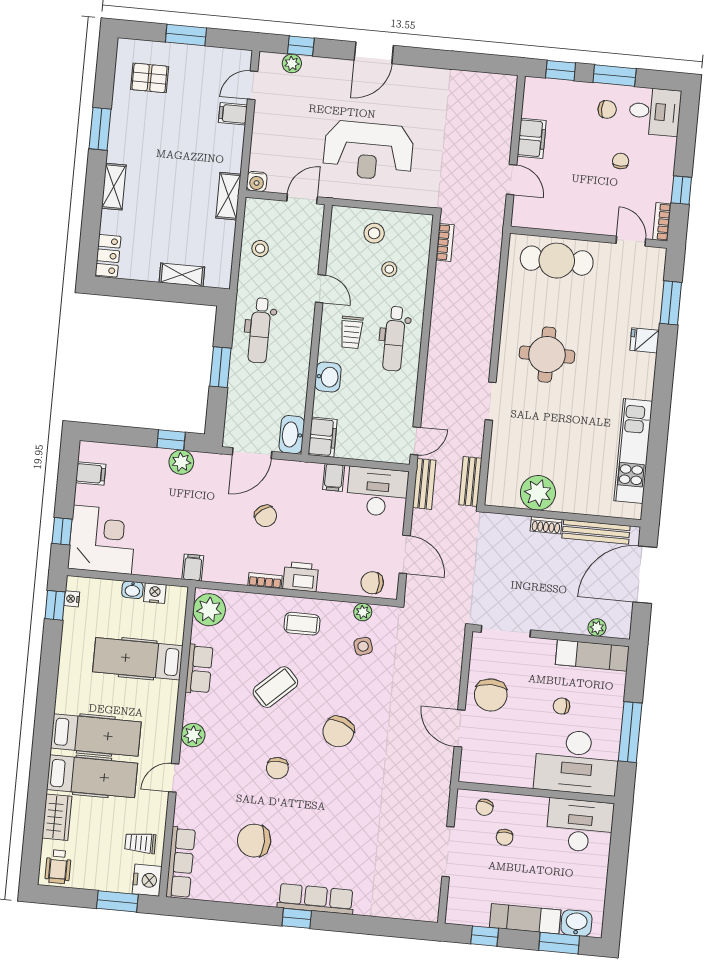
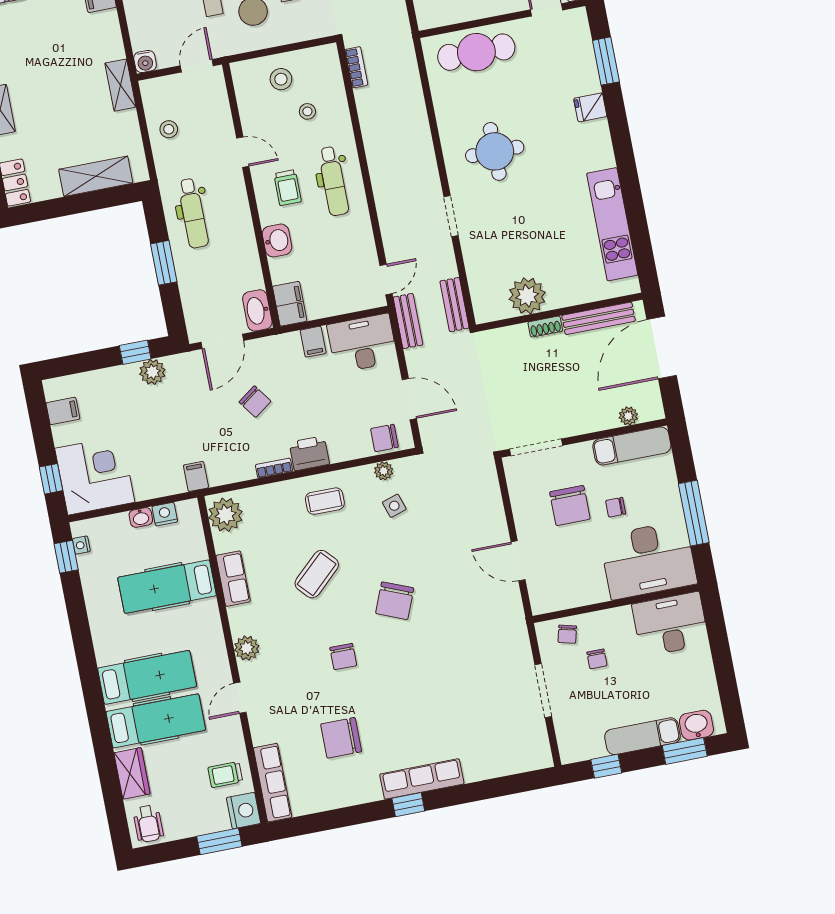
shelving: (182, 275) -> (96, 176), width x1.50, depth x1.33
chair: (491, 695) -> (570, 505), moved

